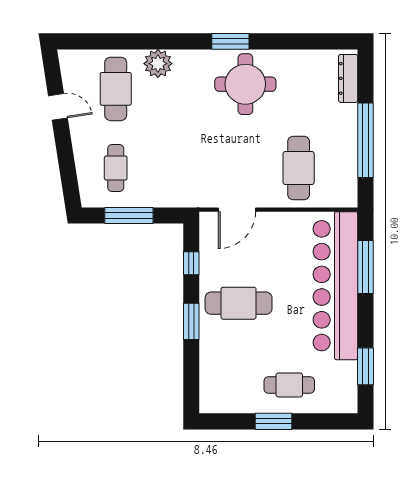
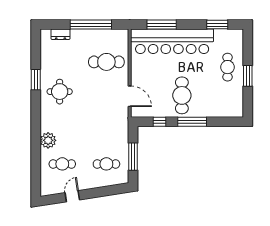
window: (230, 41) -> (36, 80), moved
dresser: (348, 78) -> (61, 34), width x0.70
round table: (245, 84) -> (60, 92), width x0.73, depth x0.73
cafe table: (116, 89) -> (62, 164), width x0.73, depth x0.74
window: (191, 321) -> (192, 122), width x1.44

